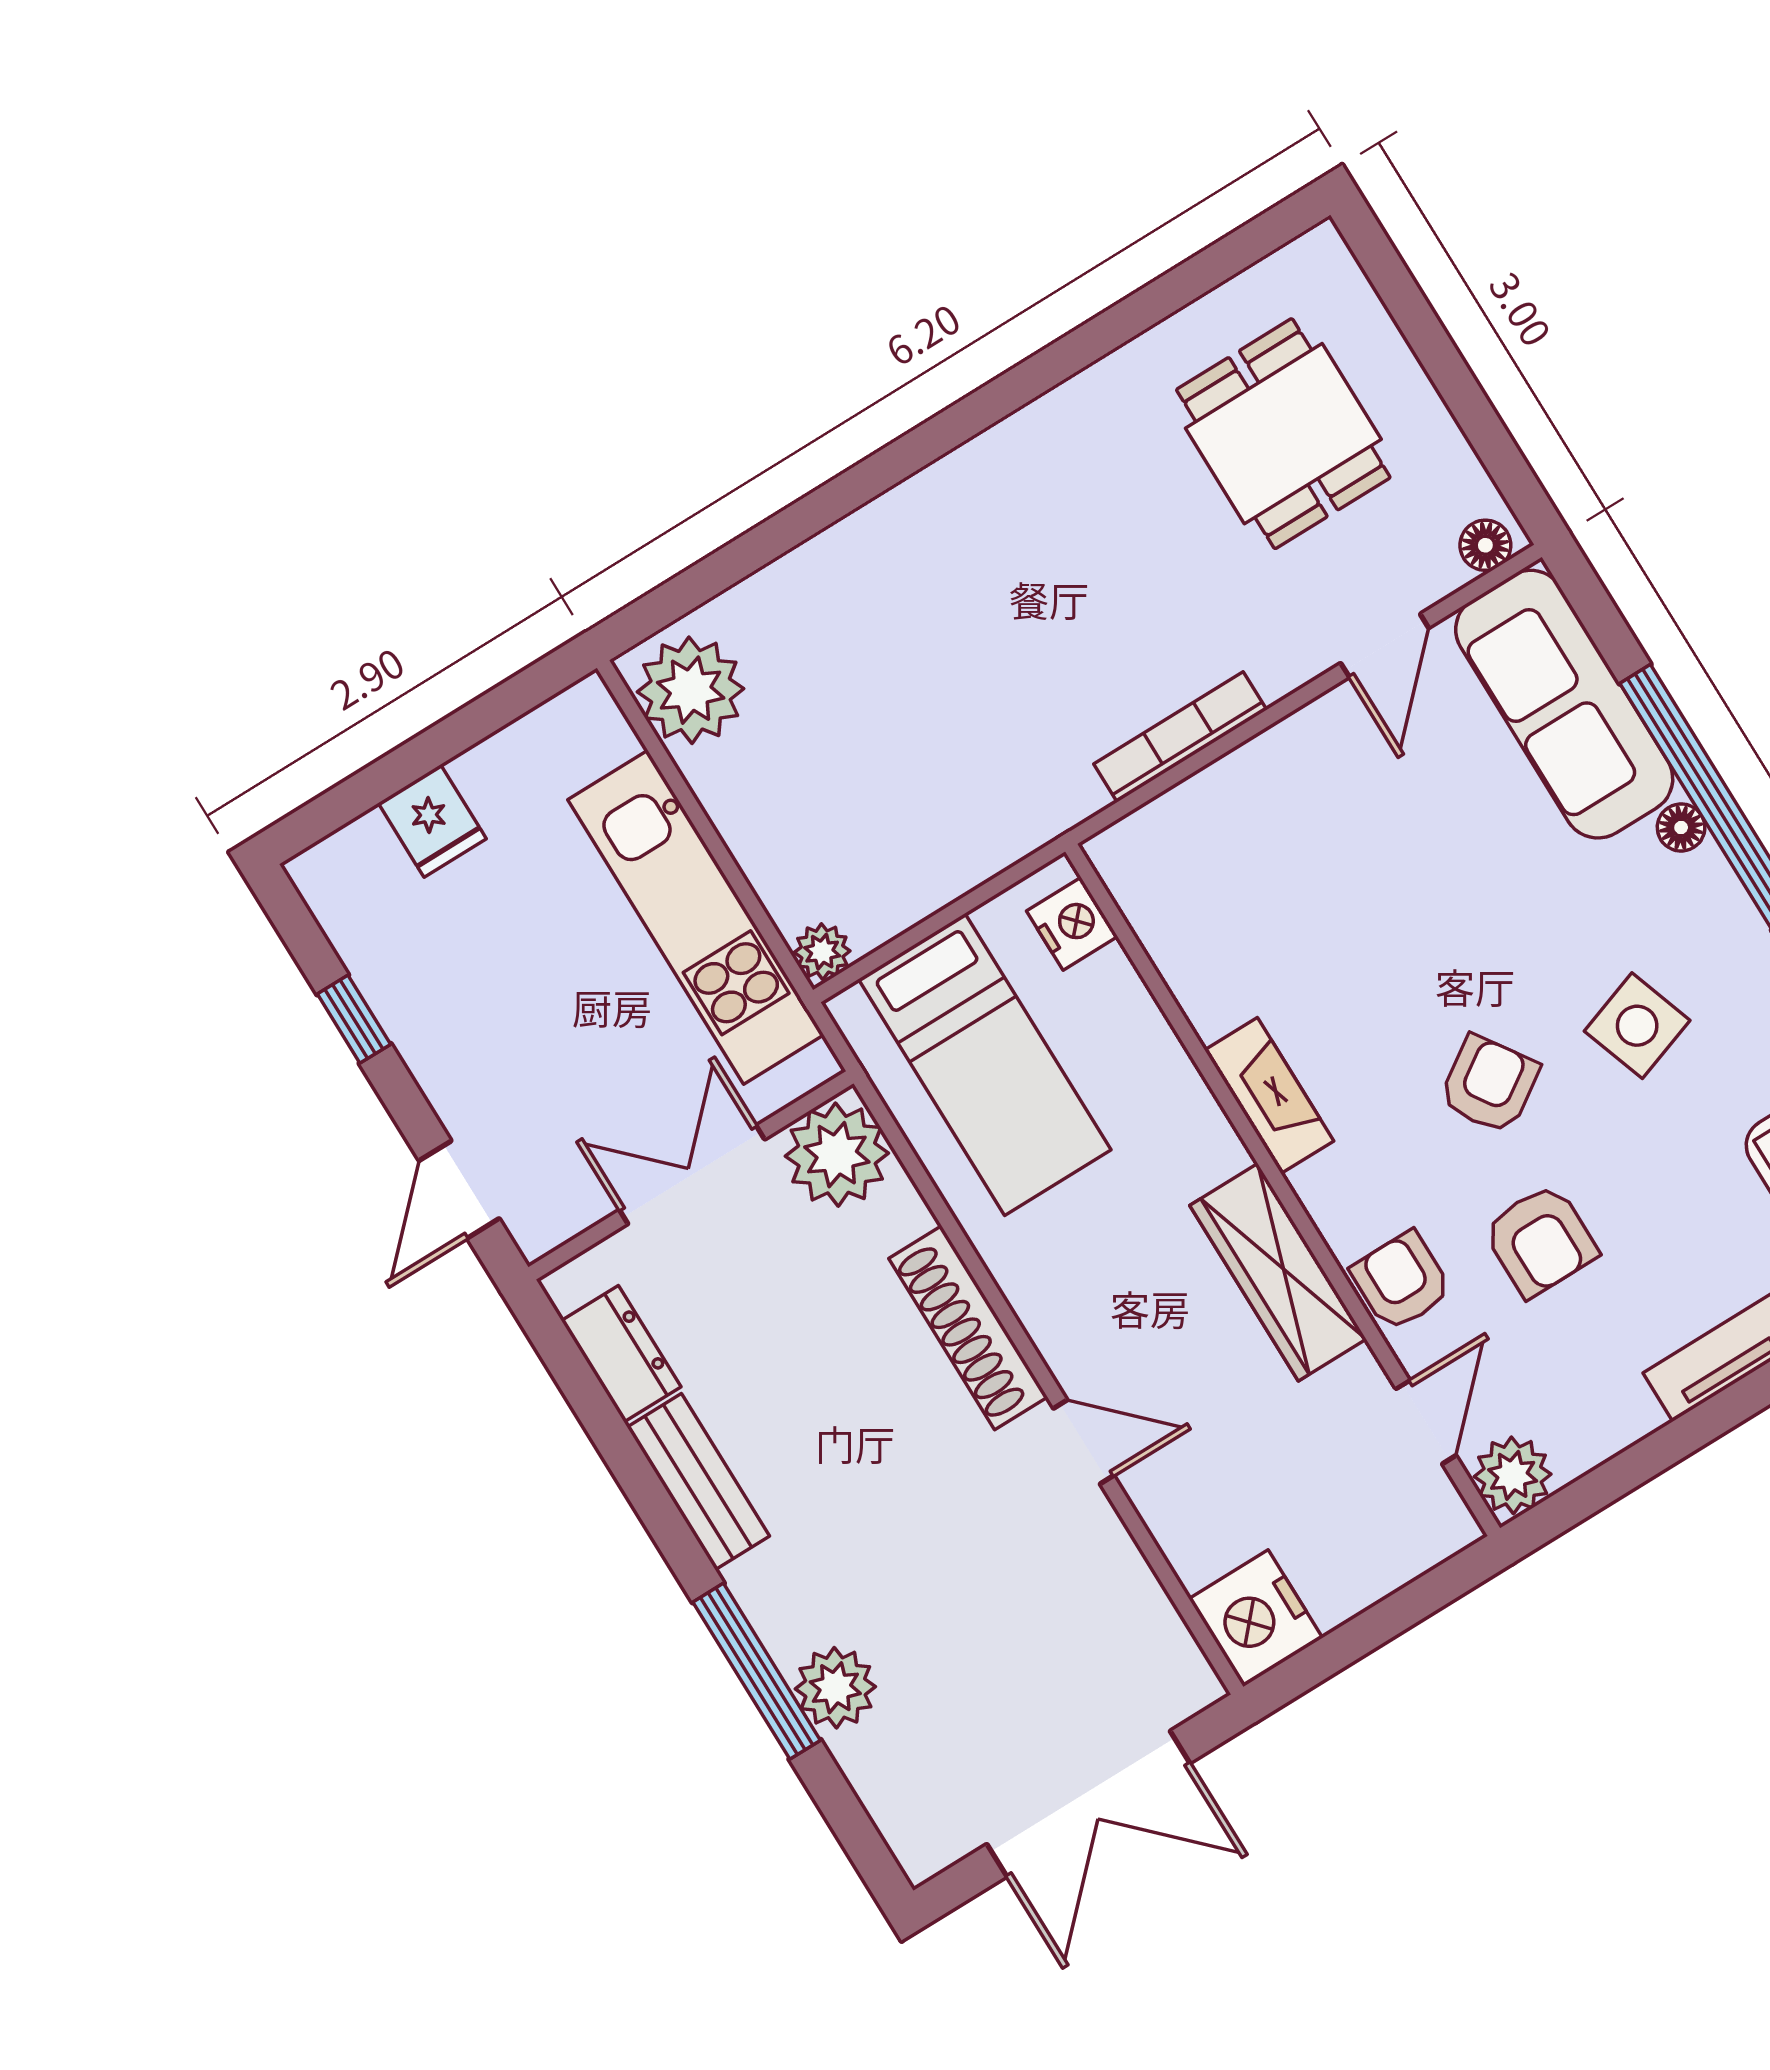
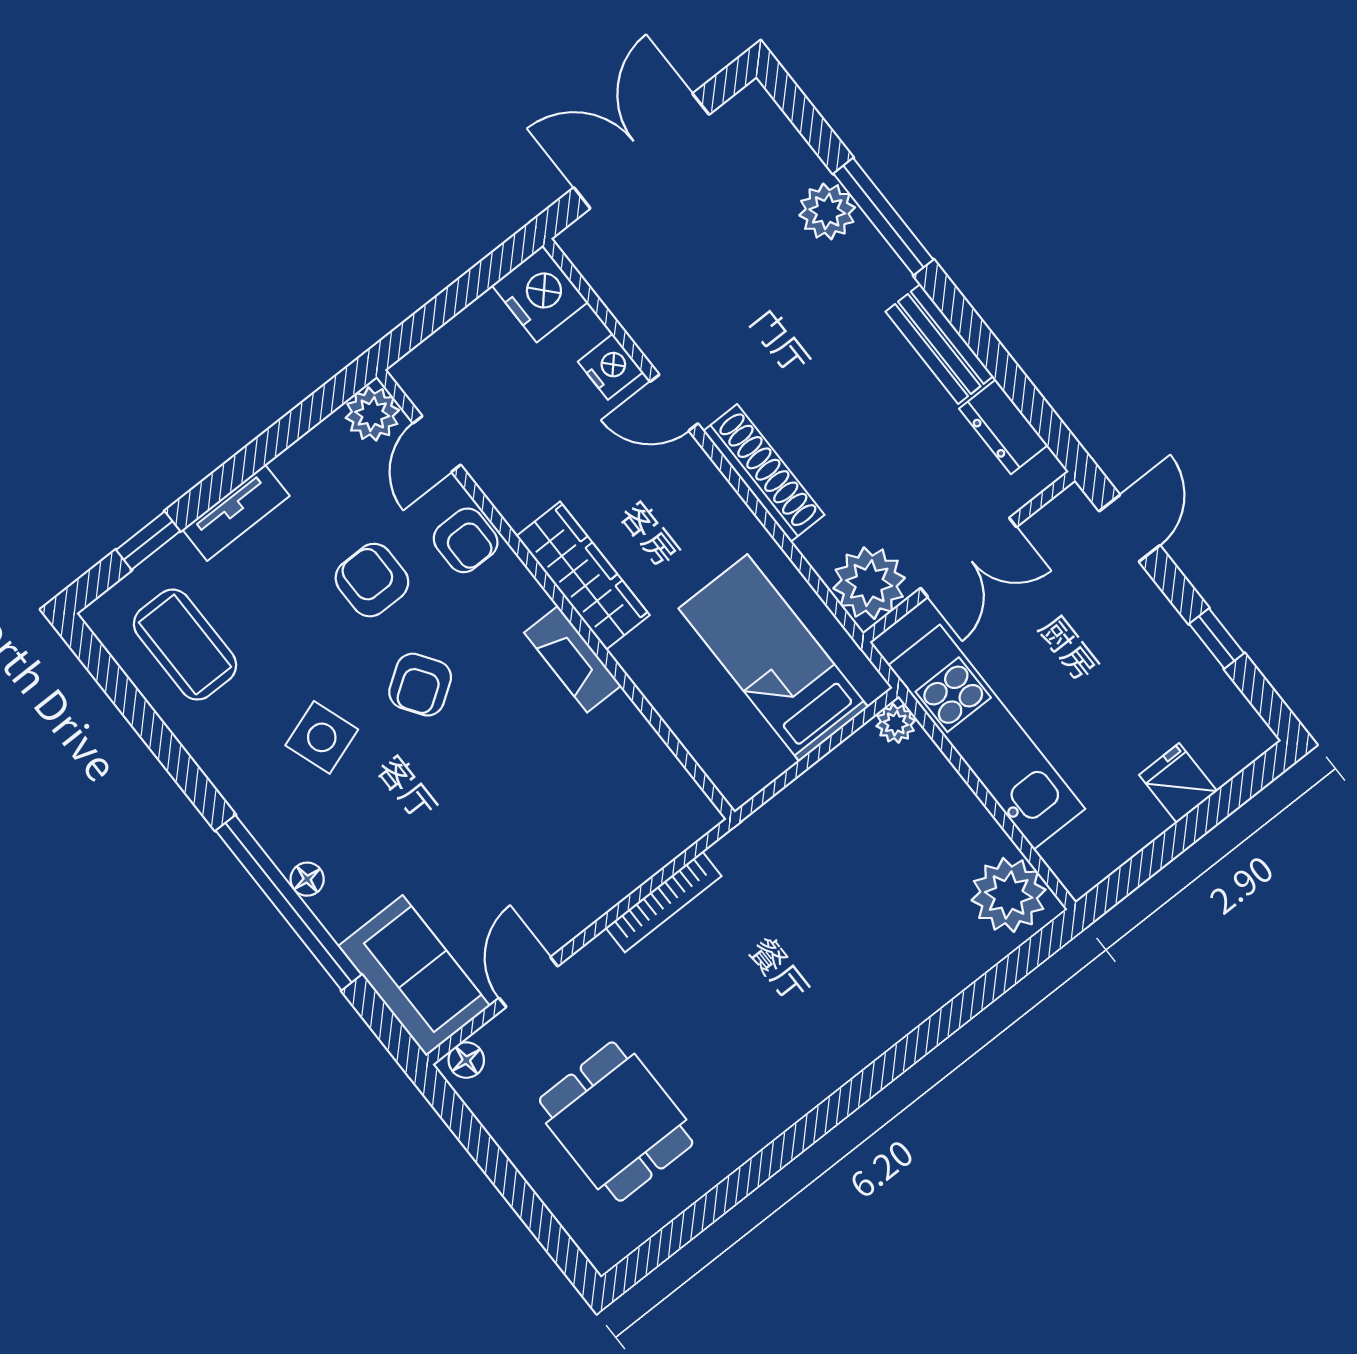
sofa: (1564, 704) -> (414, 976), width x0.73
nightstand: (1072, 924) -> (610, 367), moved, turned 180
wardrobe: (1278, 1272) -> (583, 576), moved

